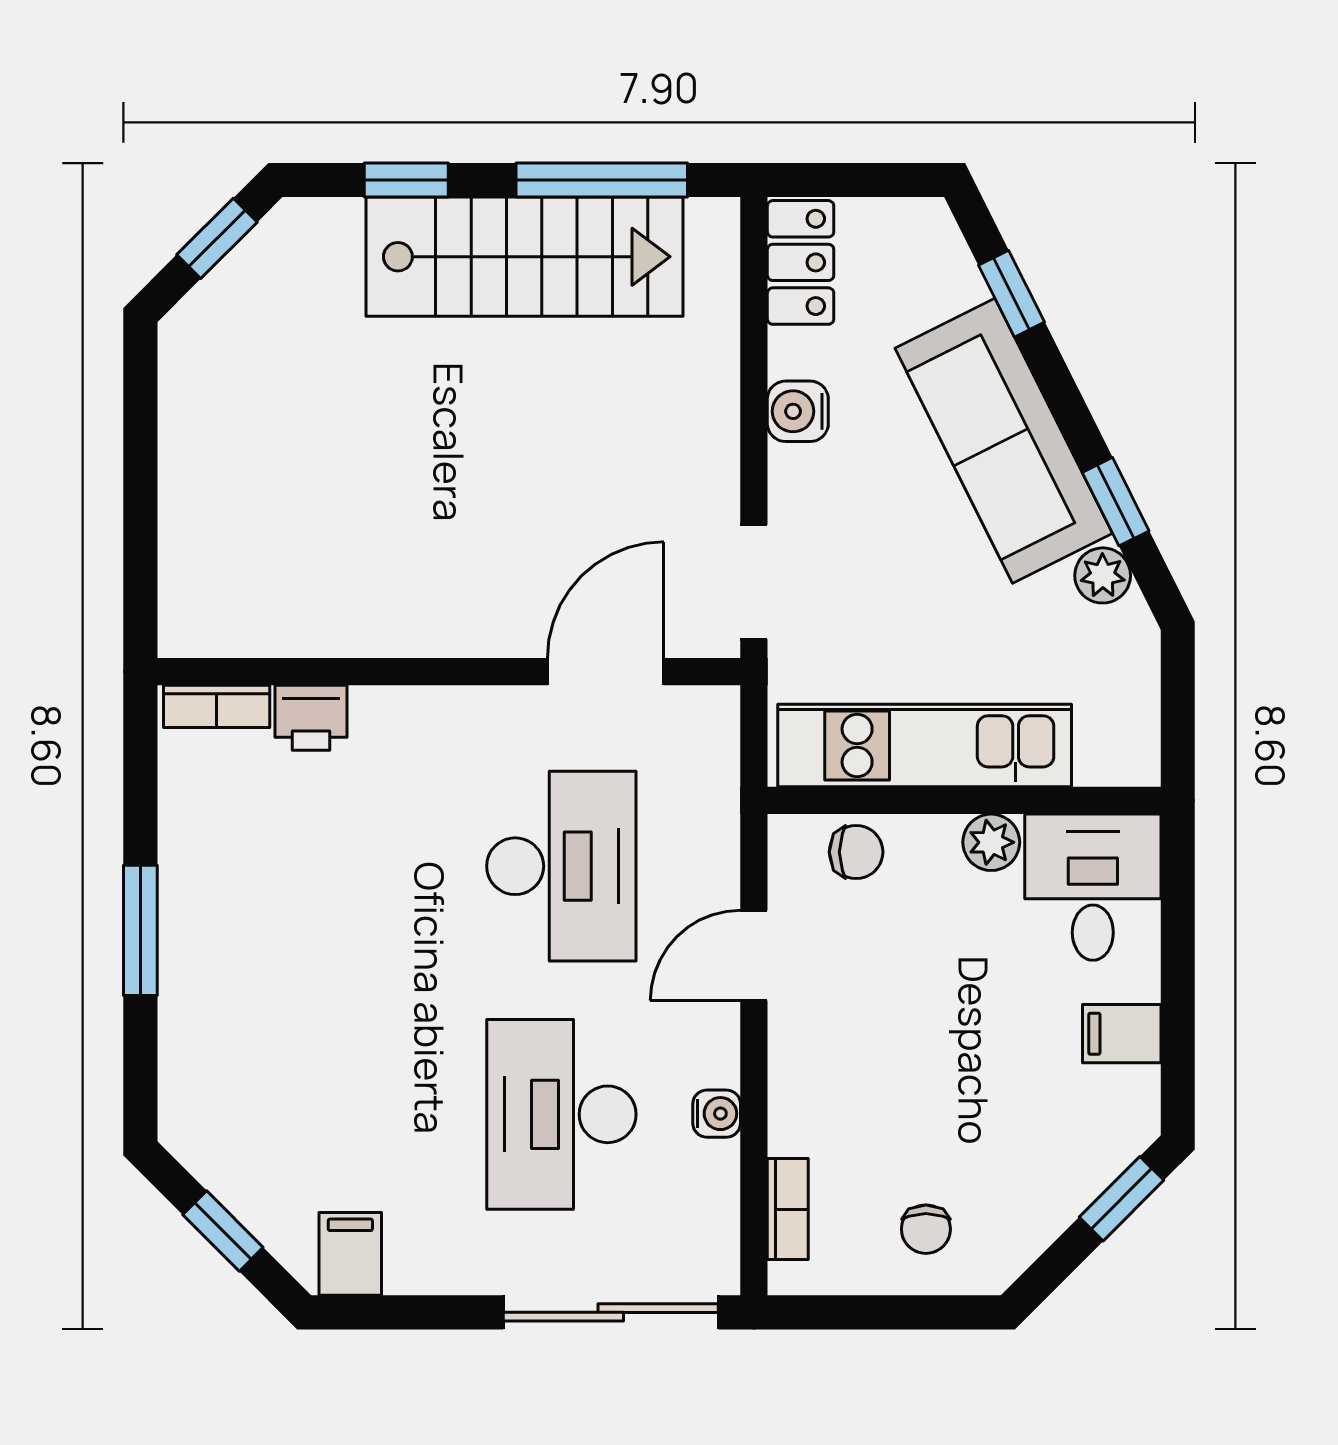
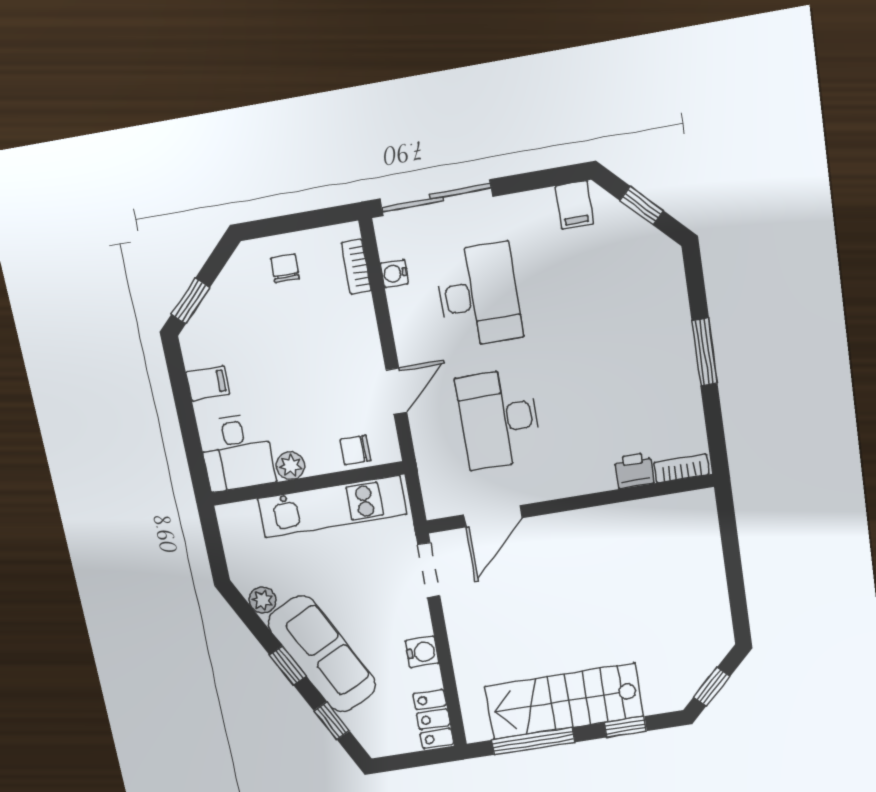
window: (1116, 502) -> (288, 666), moved
water cooler: (717, 1114) -> (394, 273), moved

